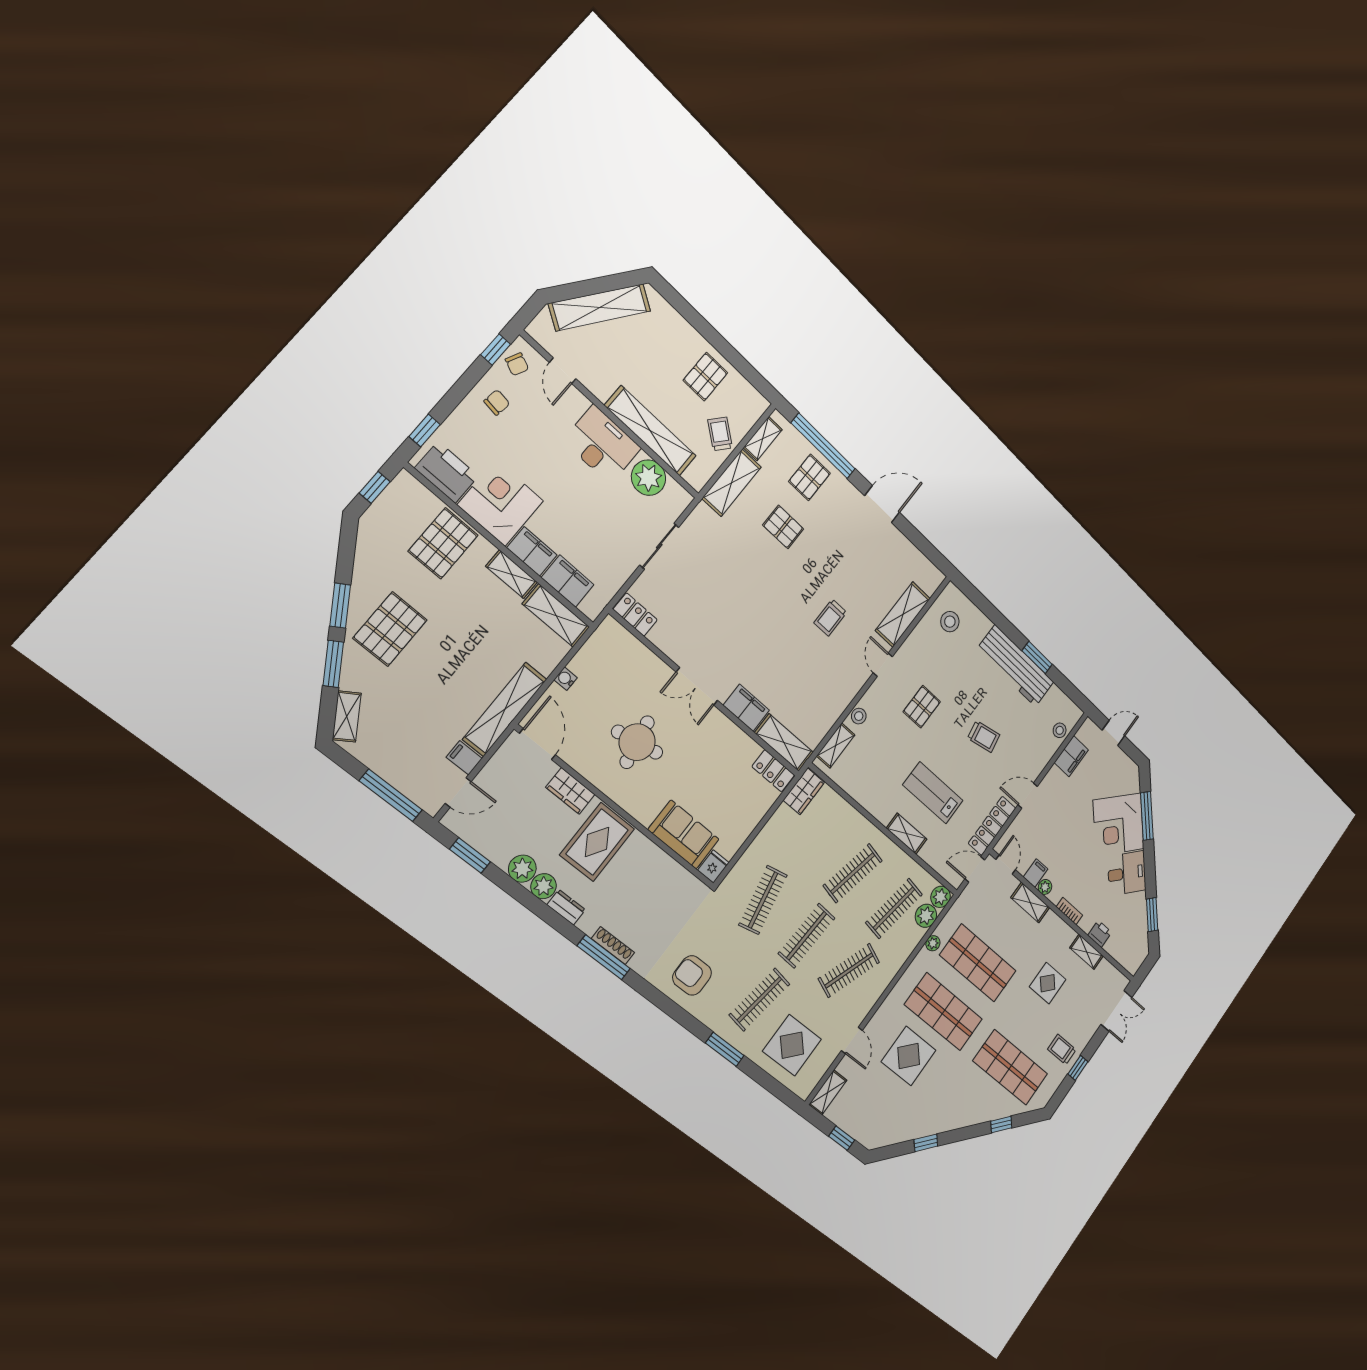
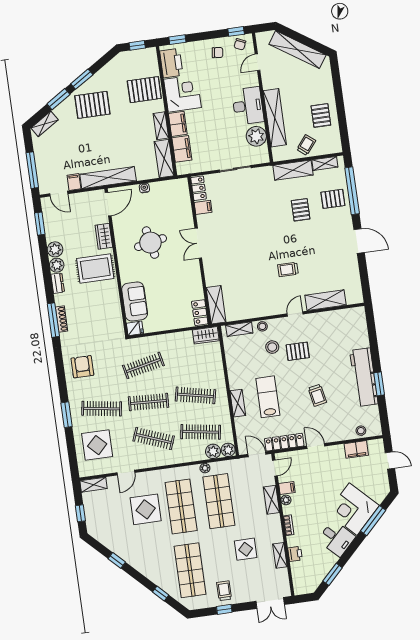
pallet: (705, 377) -> (321, 115), turned 90
stool: (950, 622) -> (272, 347), moved
filing cabinet: (746, 708) -> (203, 207), moved, width x0.50

